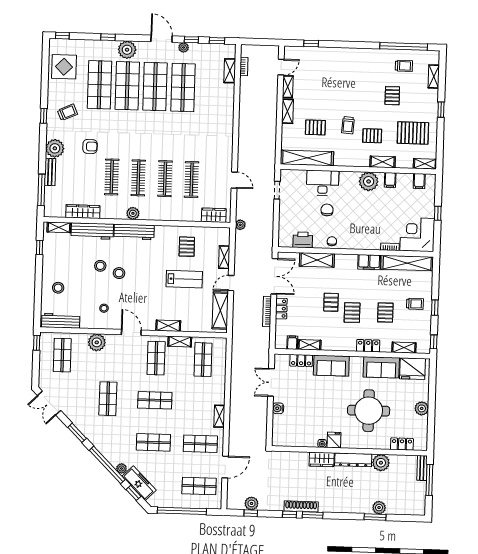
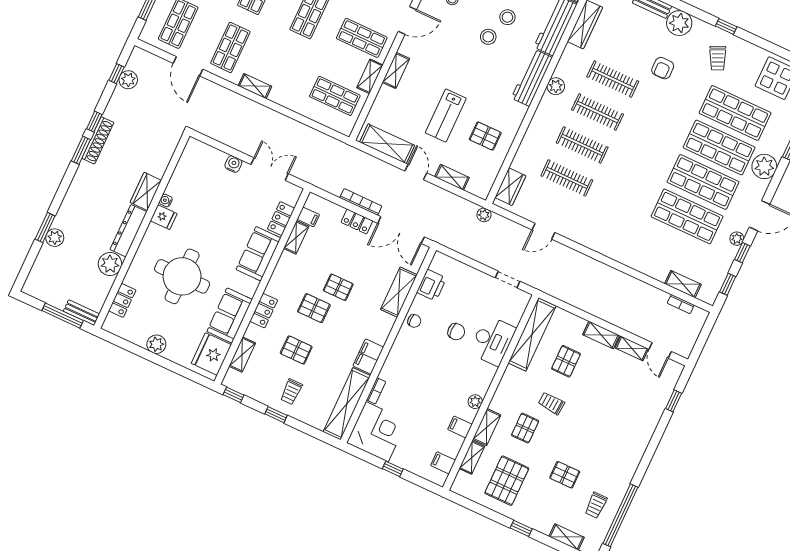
shelving: (425, 164) -> (472, 457), moved
plant: (369, 181) -> (475, 402), width x0.53, depth x0.53

